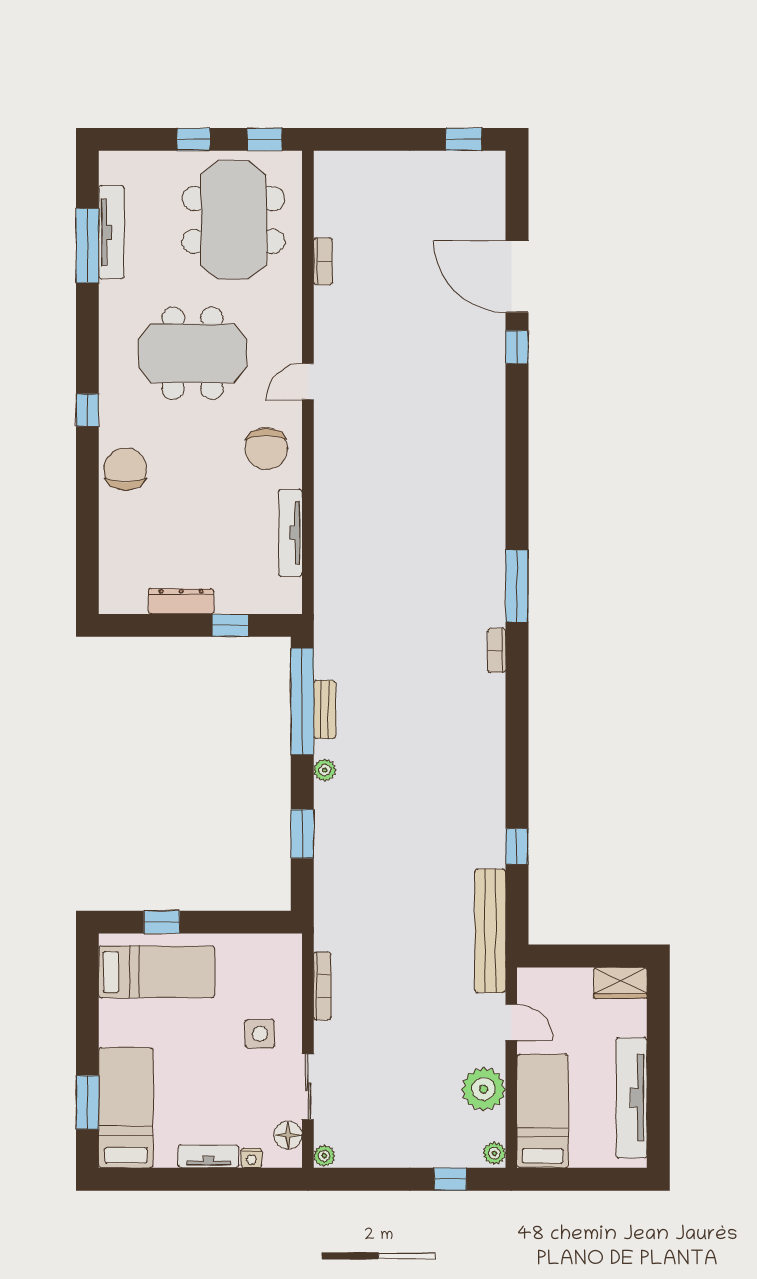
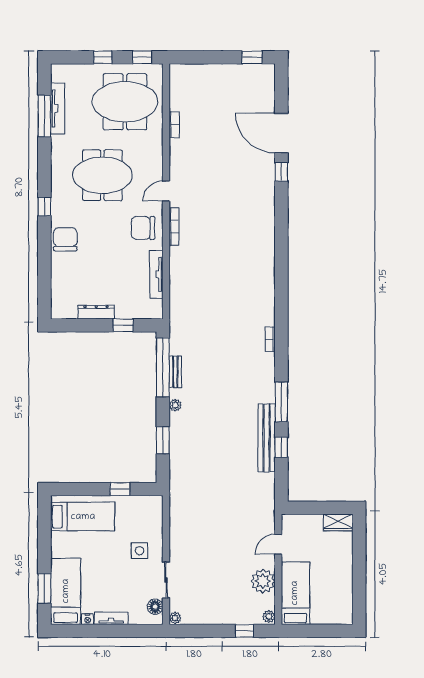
meeting table: (233, 220) -> (125, 102), turned 90
chair: (266, 449) -> (143, 228), turned 90
window: (517, 586) -> (281, 402), moved
window: (162, 922) -> (120, 489), moved
bench: (490, 931) -> (267, 438), moved
bookcase: (322, 986) -> (174, 227), moved
door: (511, 1022) -> (278, 544), swing flipped
tv unit: (632, 1098) -> (344, 586), removed
nightstand: (251, 1158) -> (88, 619), moved

